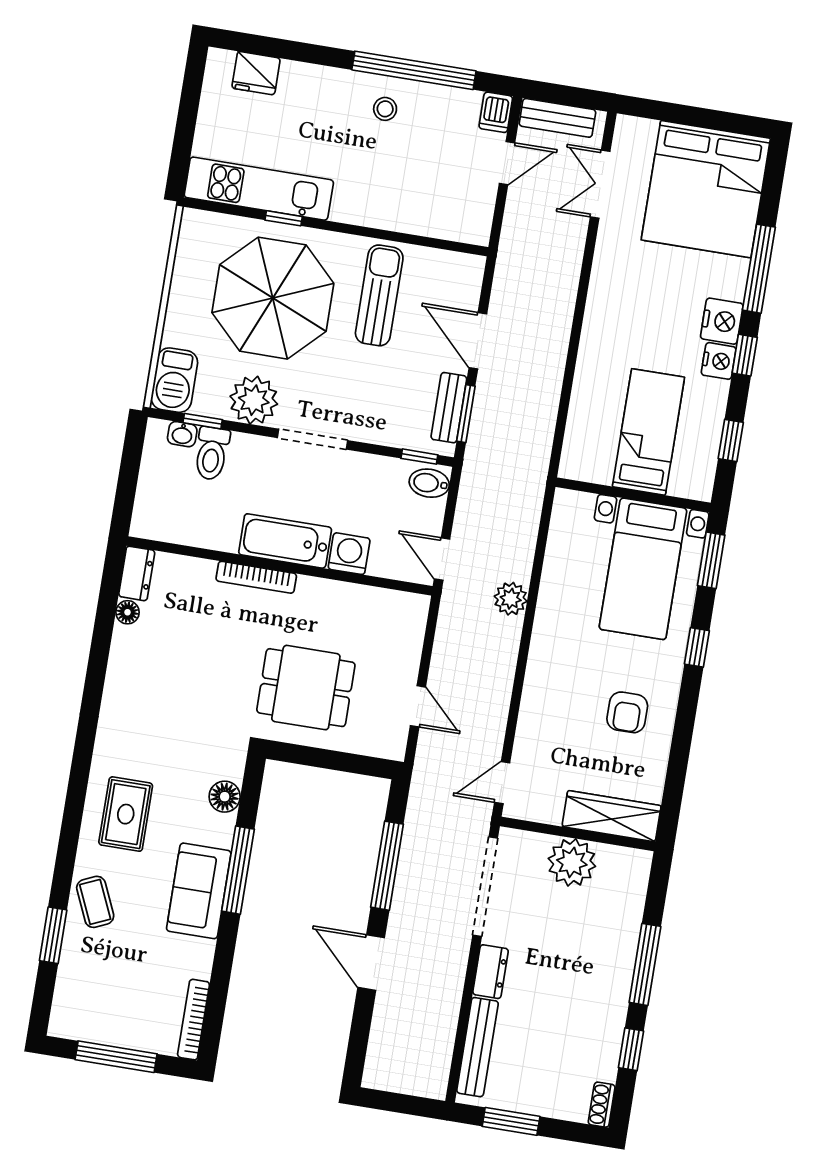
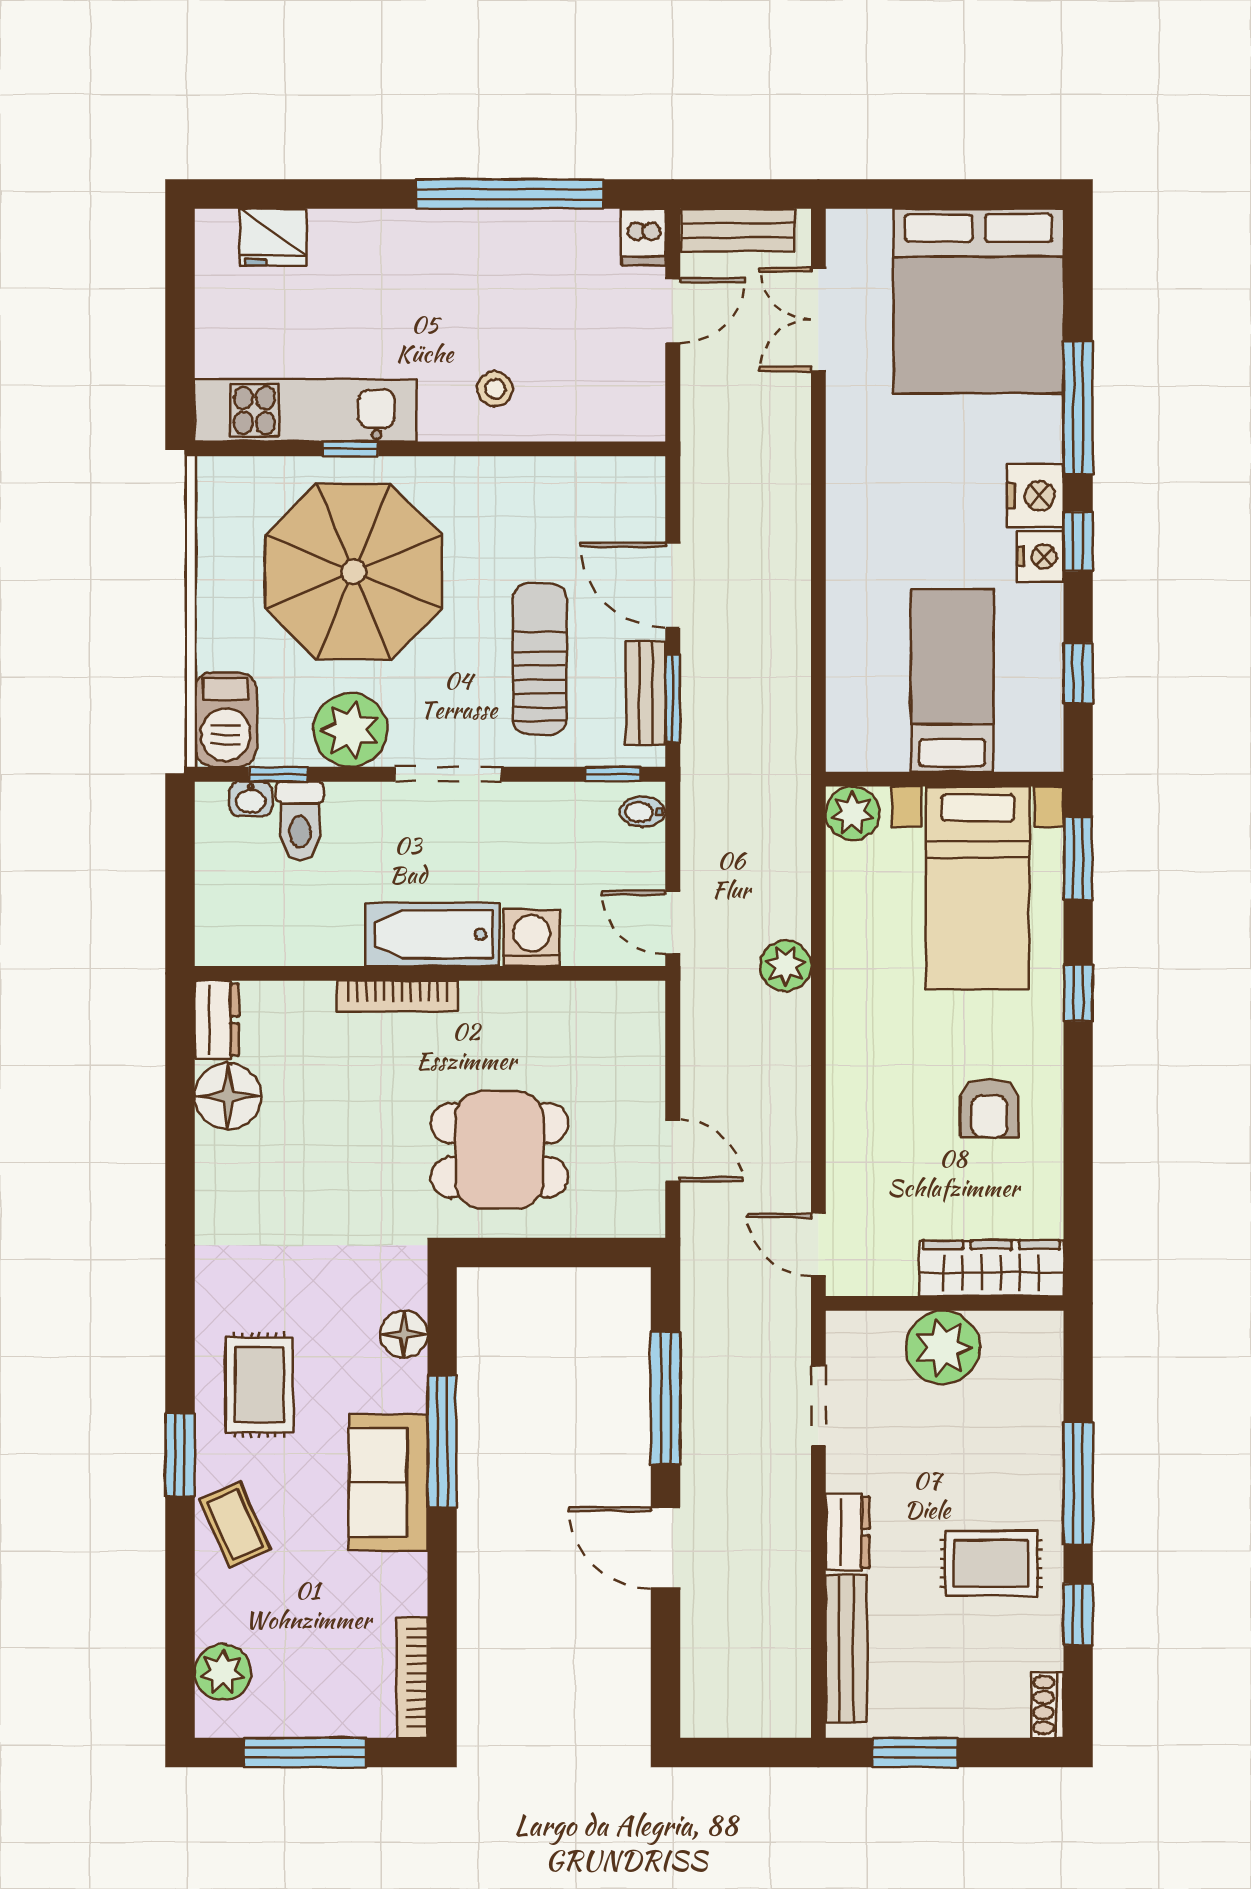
stool: (385, 109) -> (495, 389), moved
sun lounger: (379, 295) -> (539, 659), moved
bidet: (429, 483) -> (643, 812), width x0.72, depth x0.74
plant: (570, 507) -> (853, 813), added
floor lamp: (127, 612) -> (228, 1096), width x1.89, depth x1.89
door: (502, 783) -> (818, 1245), hinge flipped
doorway: (485, 887) -> (818, 1405), width x0.53
window: (53, 935) -> (180, 1455), moved
plant: (72, 996) -> (223, 1672), added
rug: (580, 1007) -> (991, 1563), added

